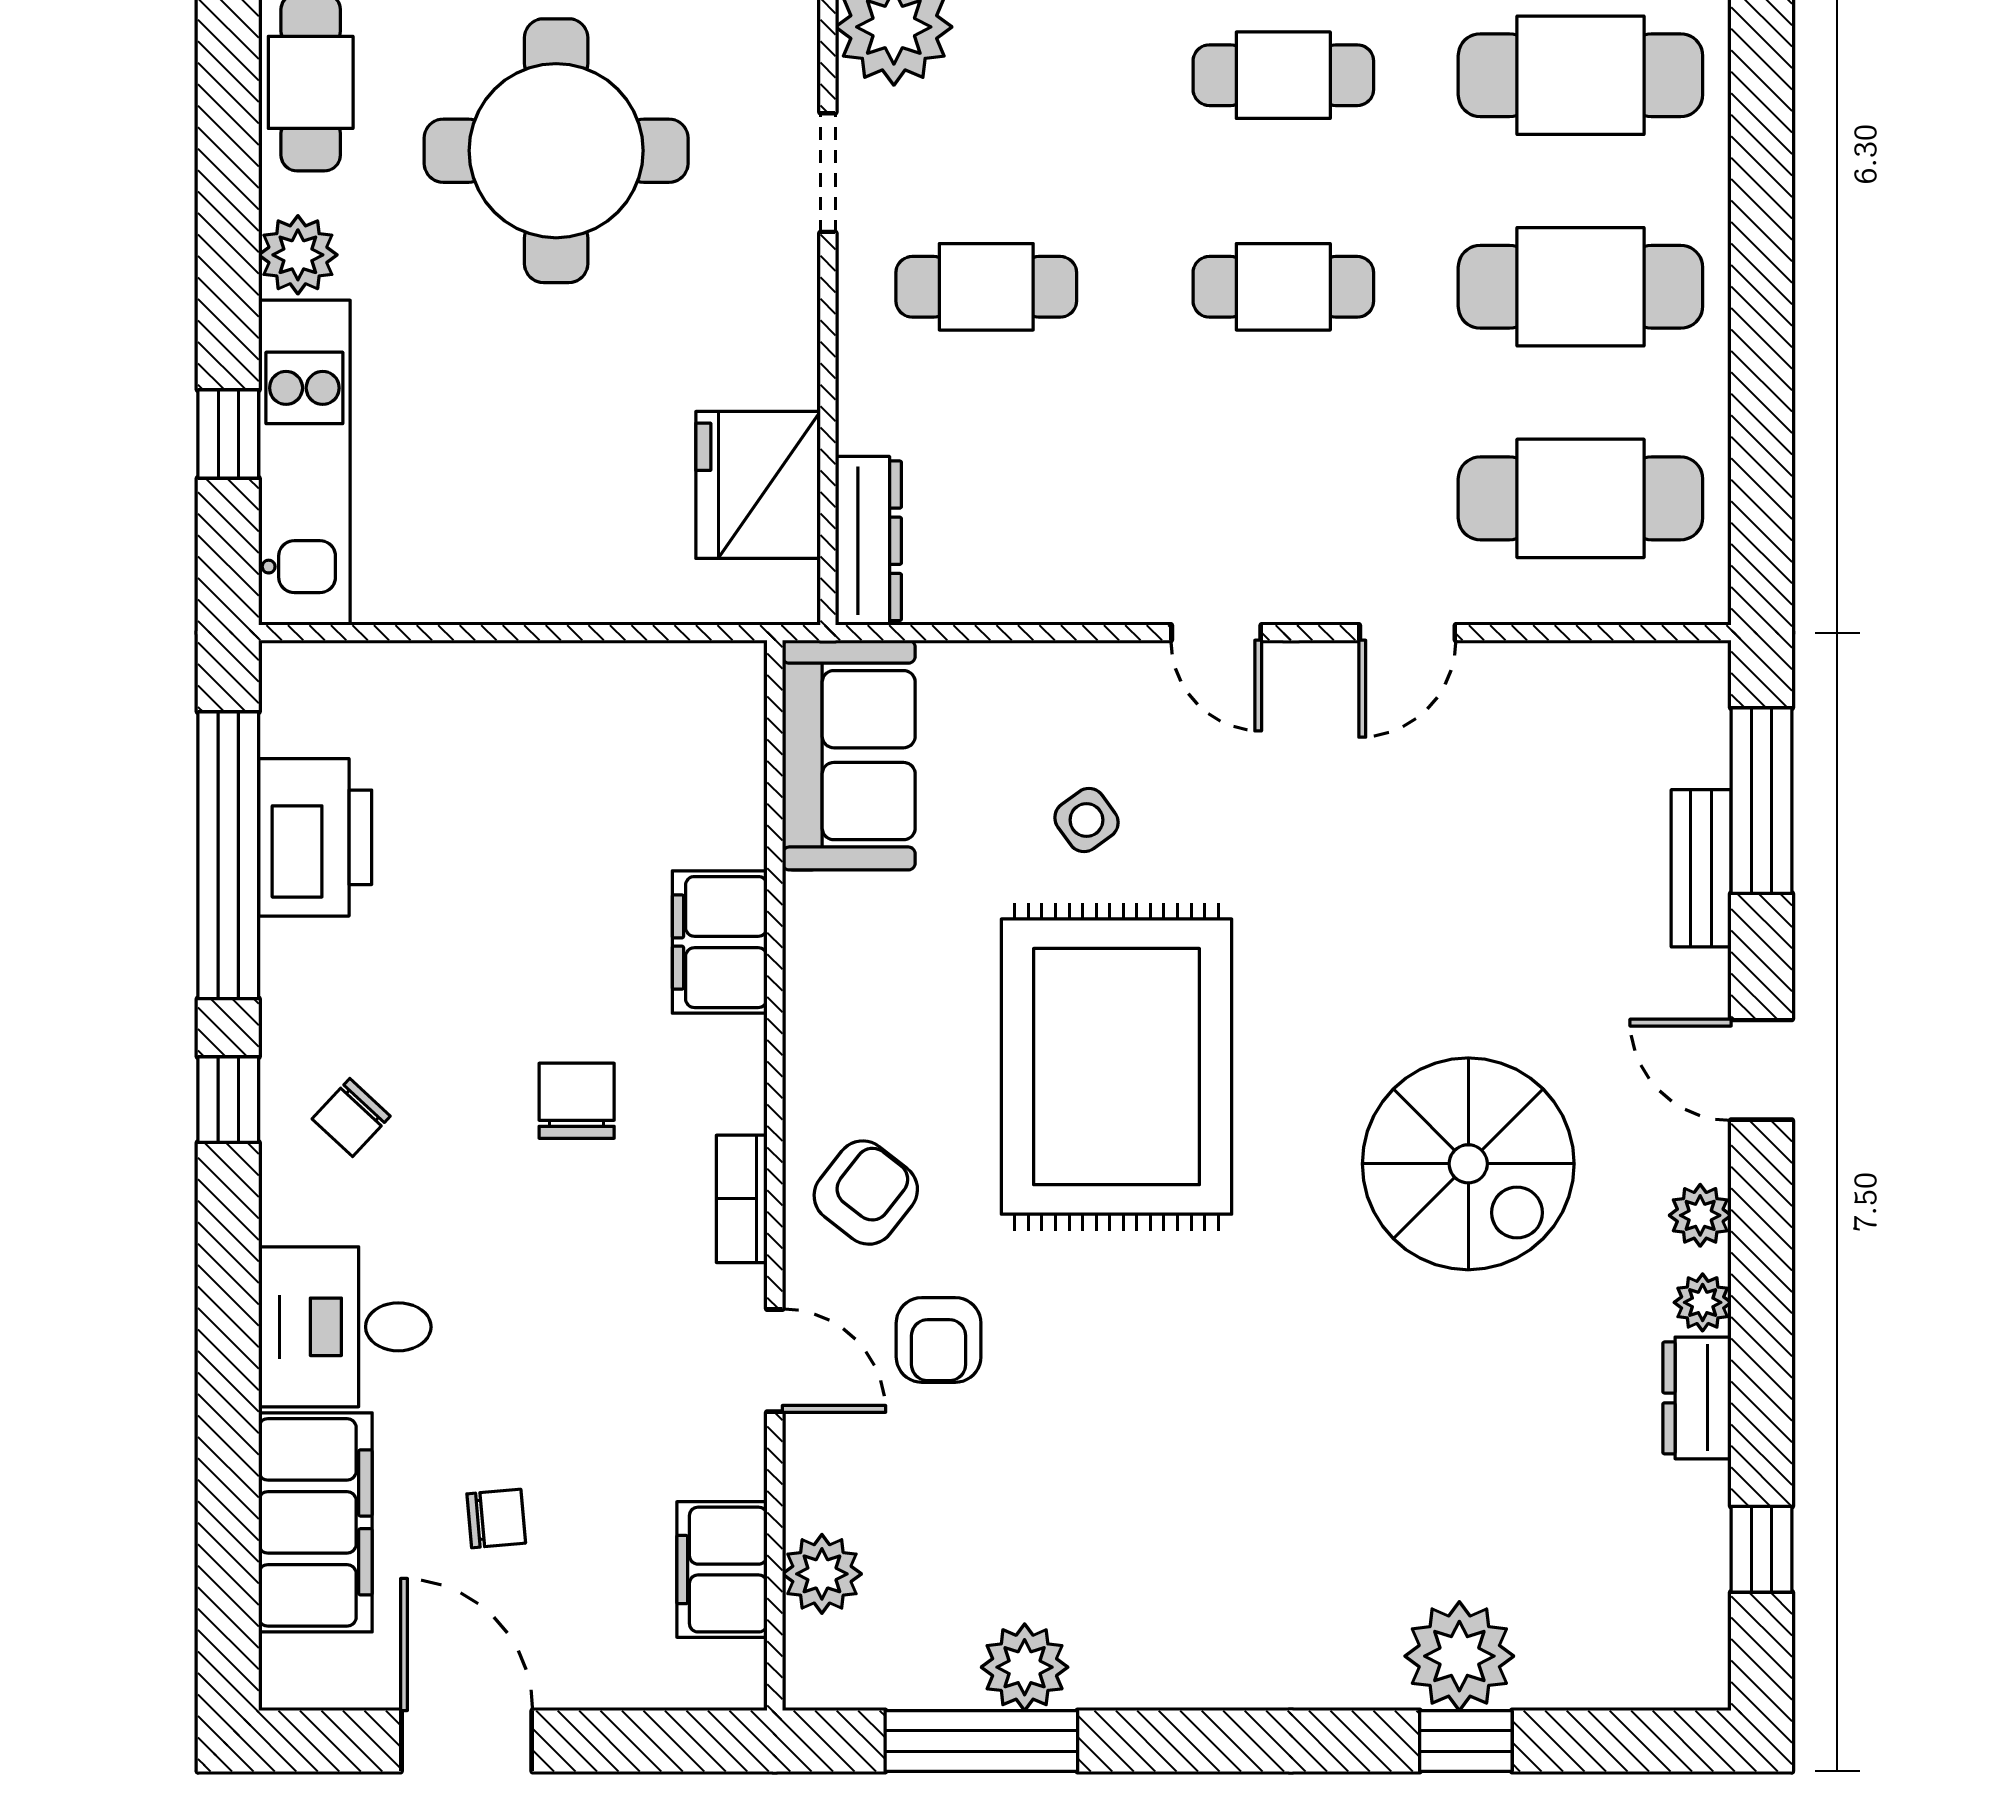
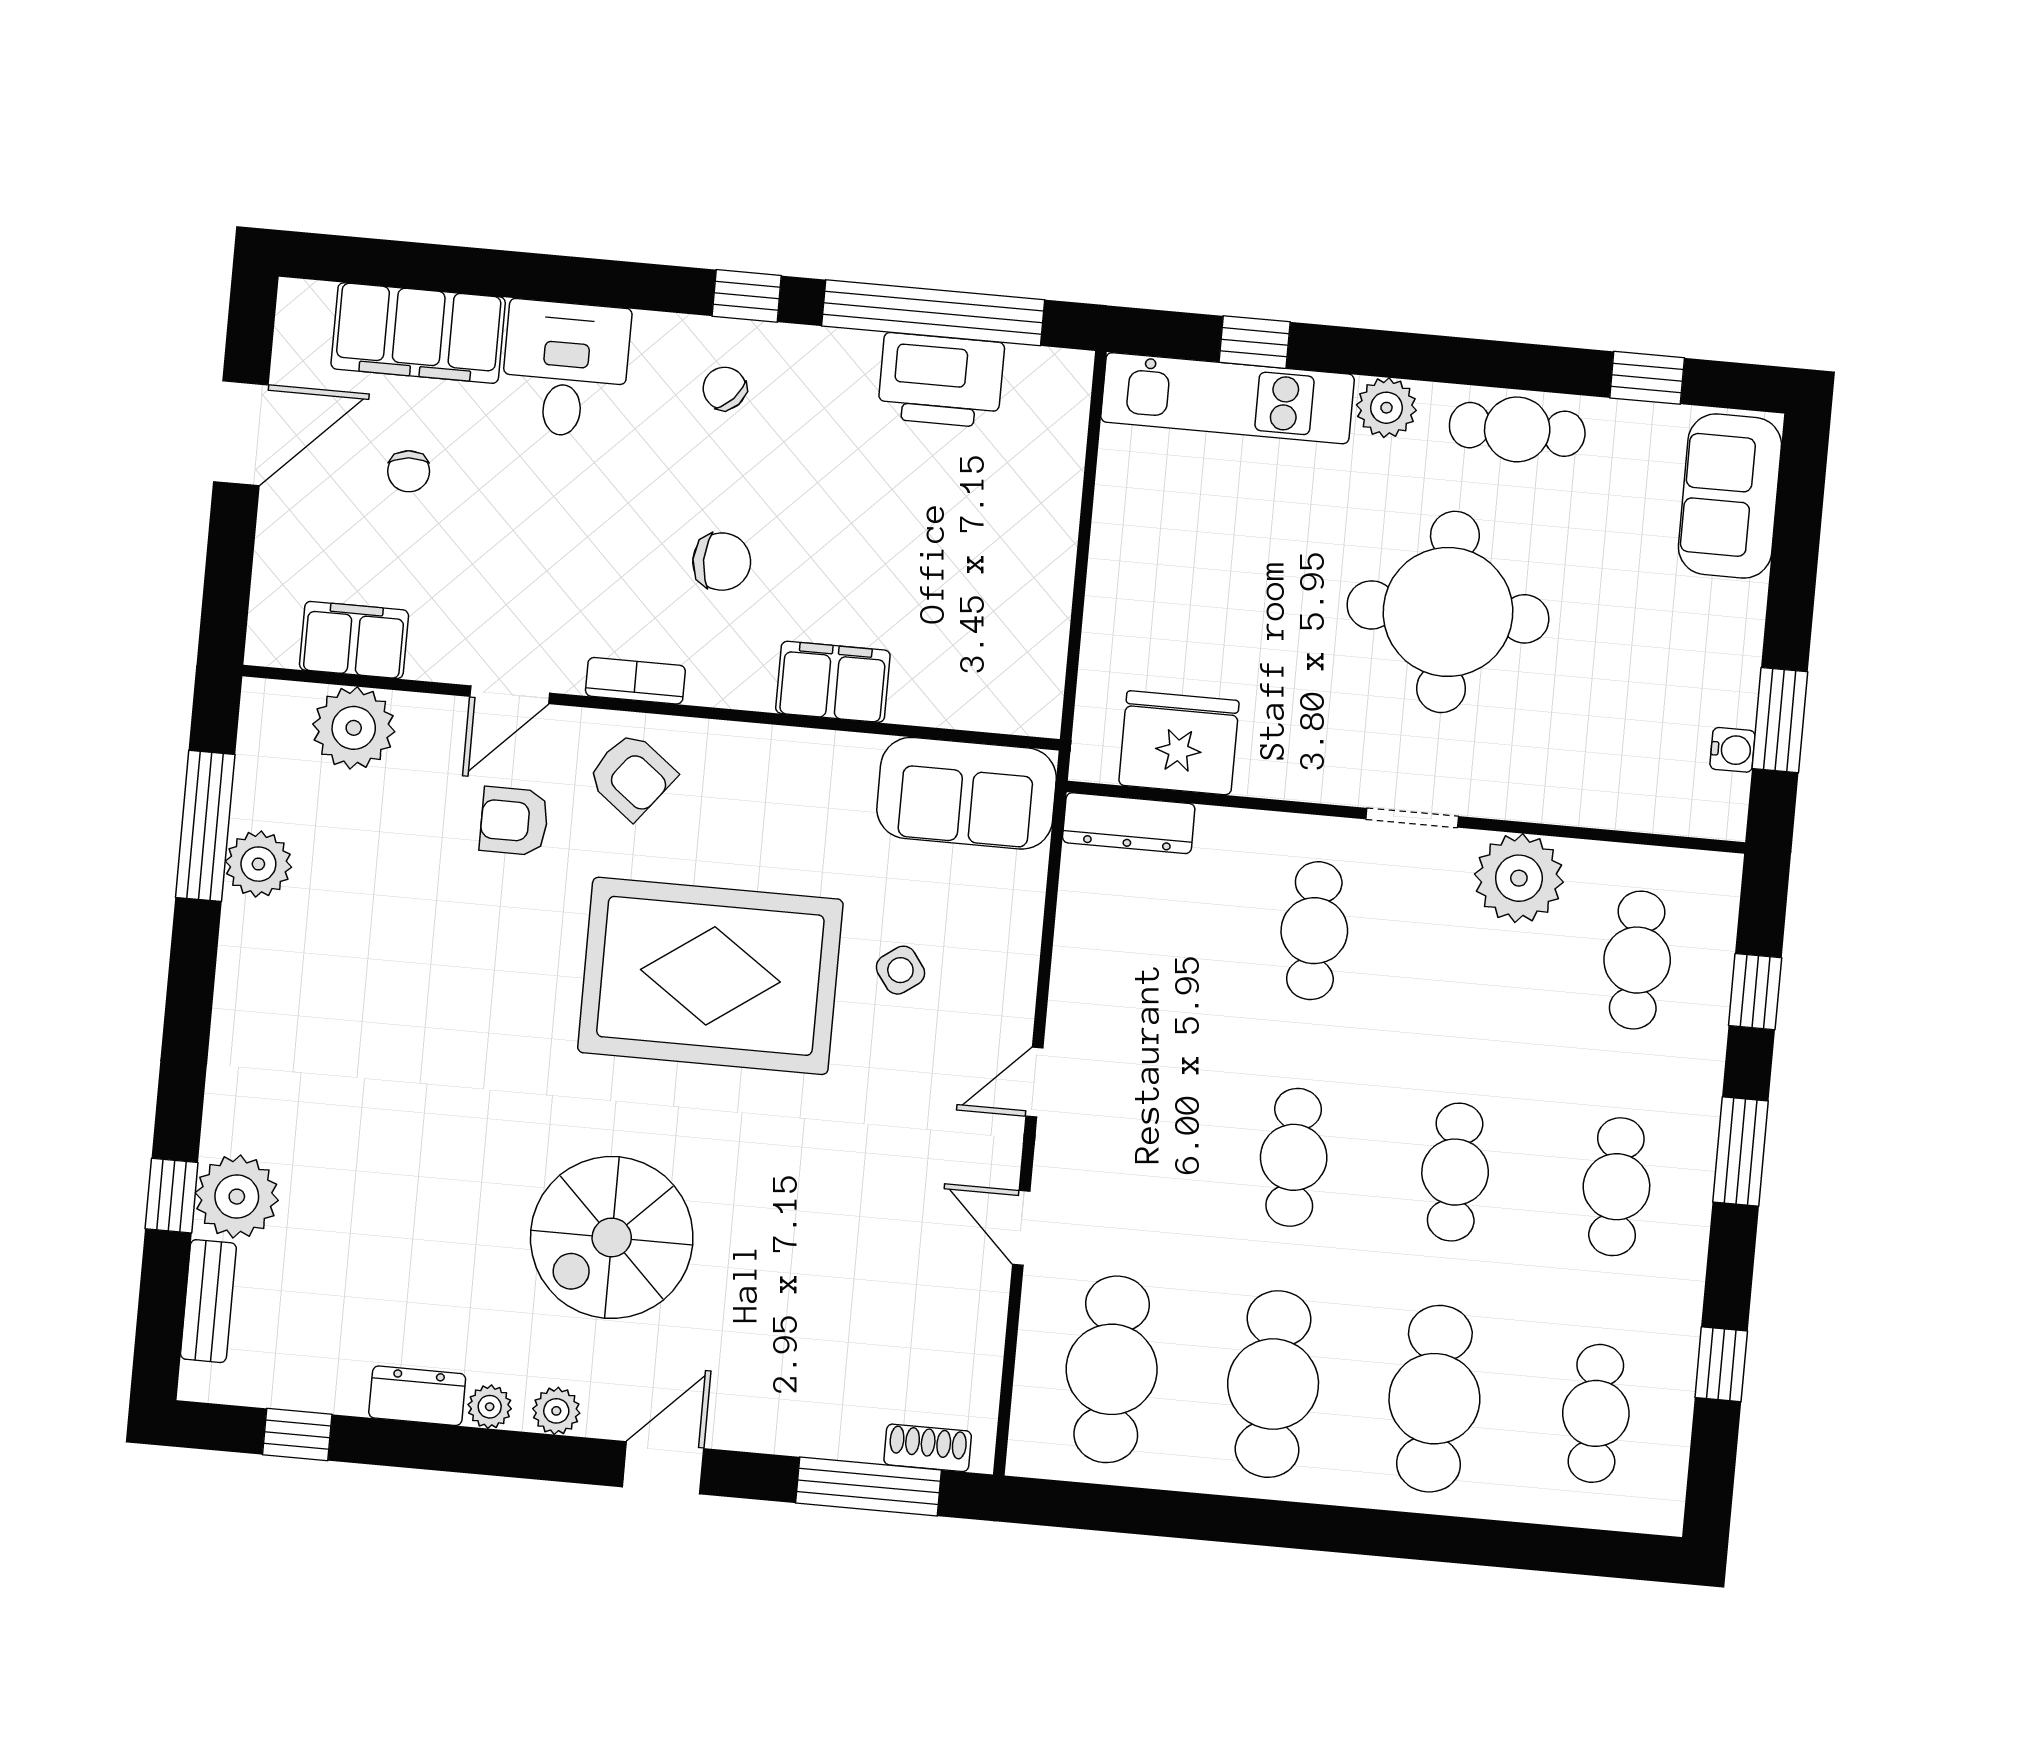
shoe rack: (1704, 728) -> (928, 1448), added
bench: (1701, 868) -> (208, 1301), moved, turned 90
plant: (822, 1574) -> (354, 728), width x1.36, depth x1.36

